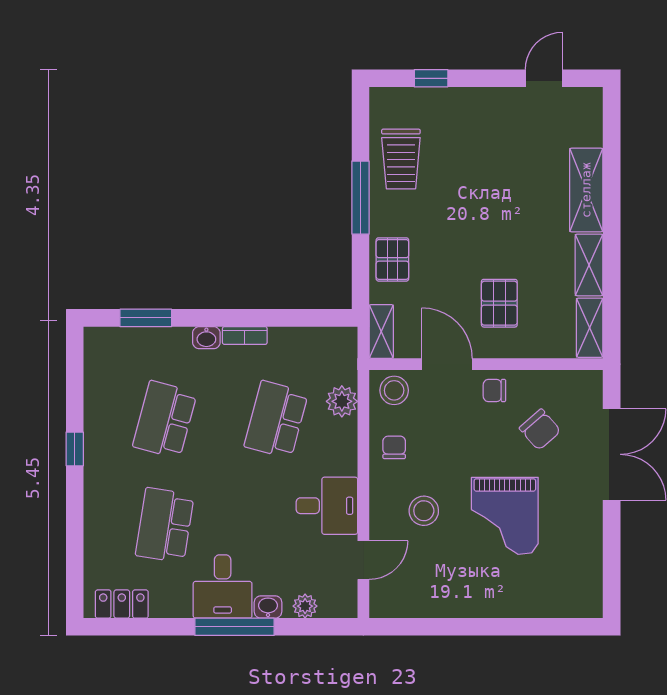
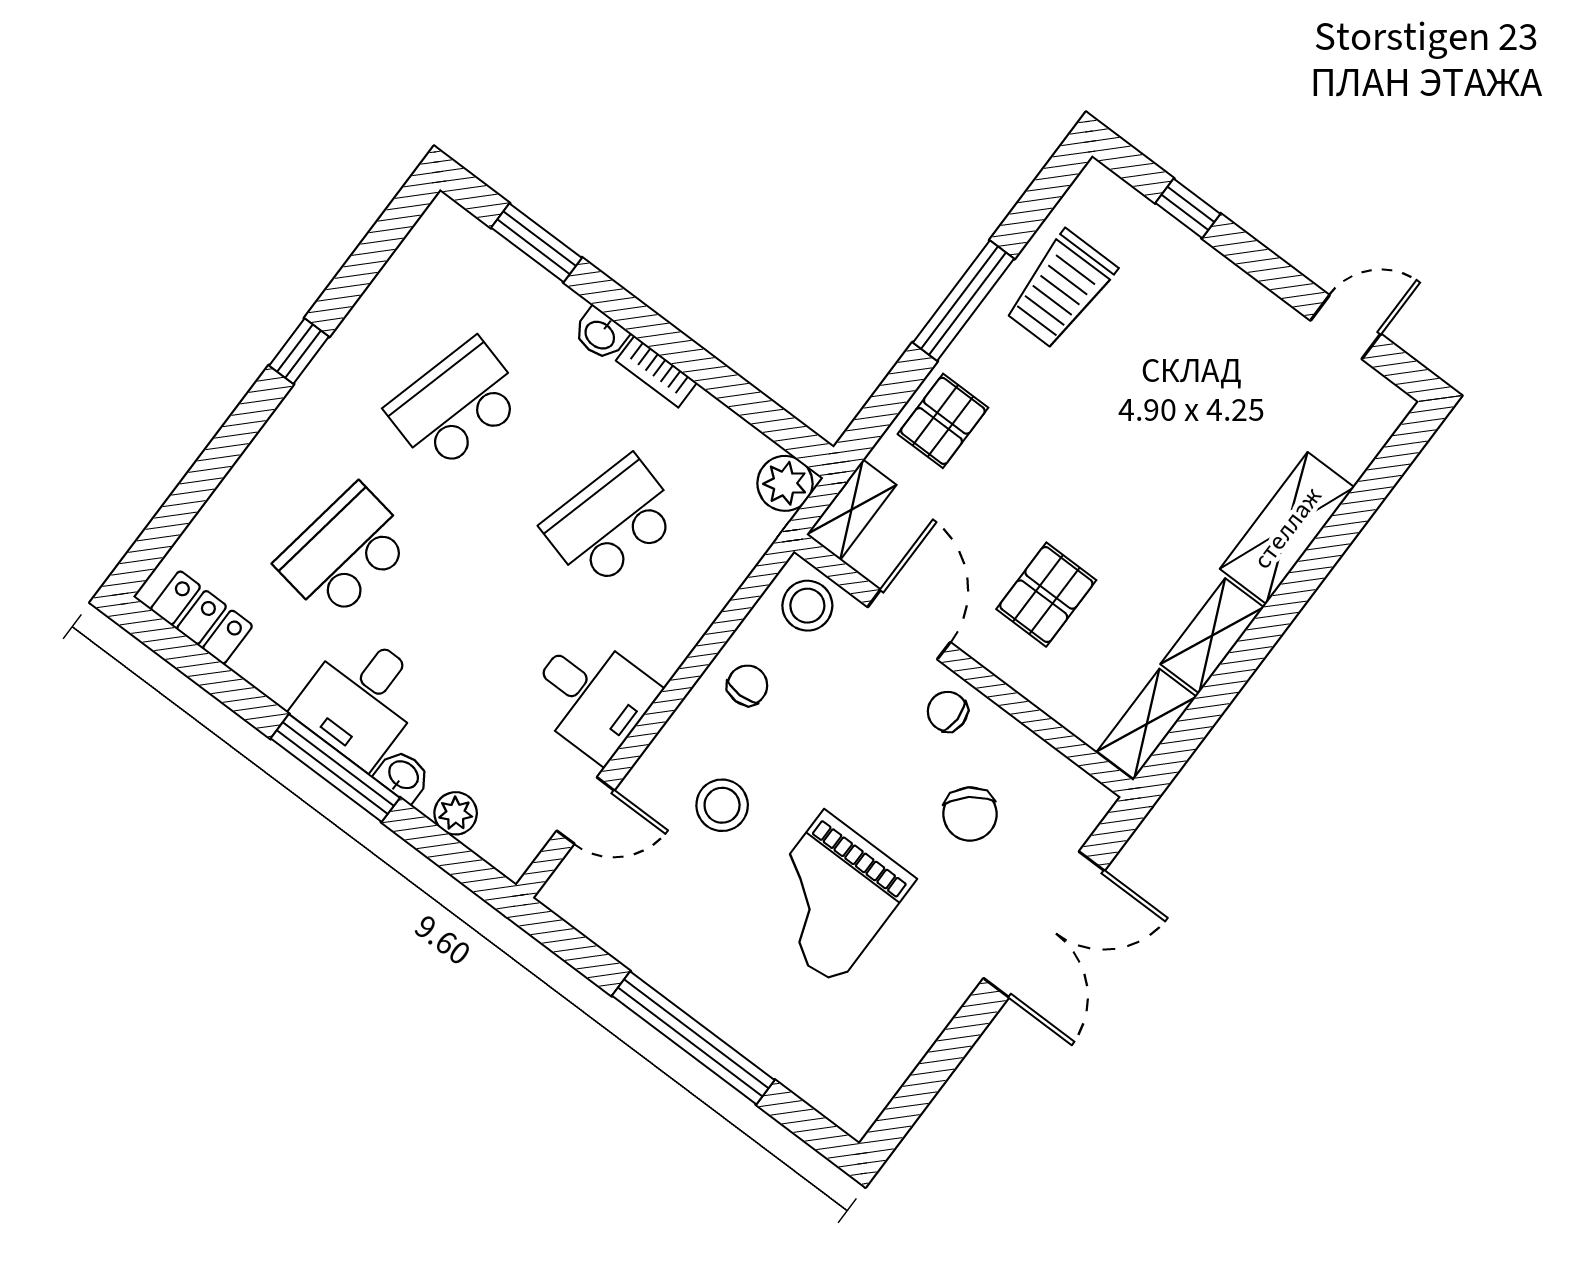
plant: (342, 401) -> (785, 483), moved
window: (491, 627) -> (693, 1038), added

